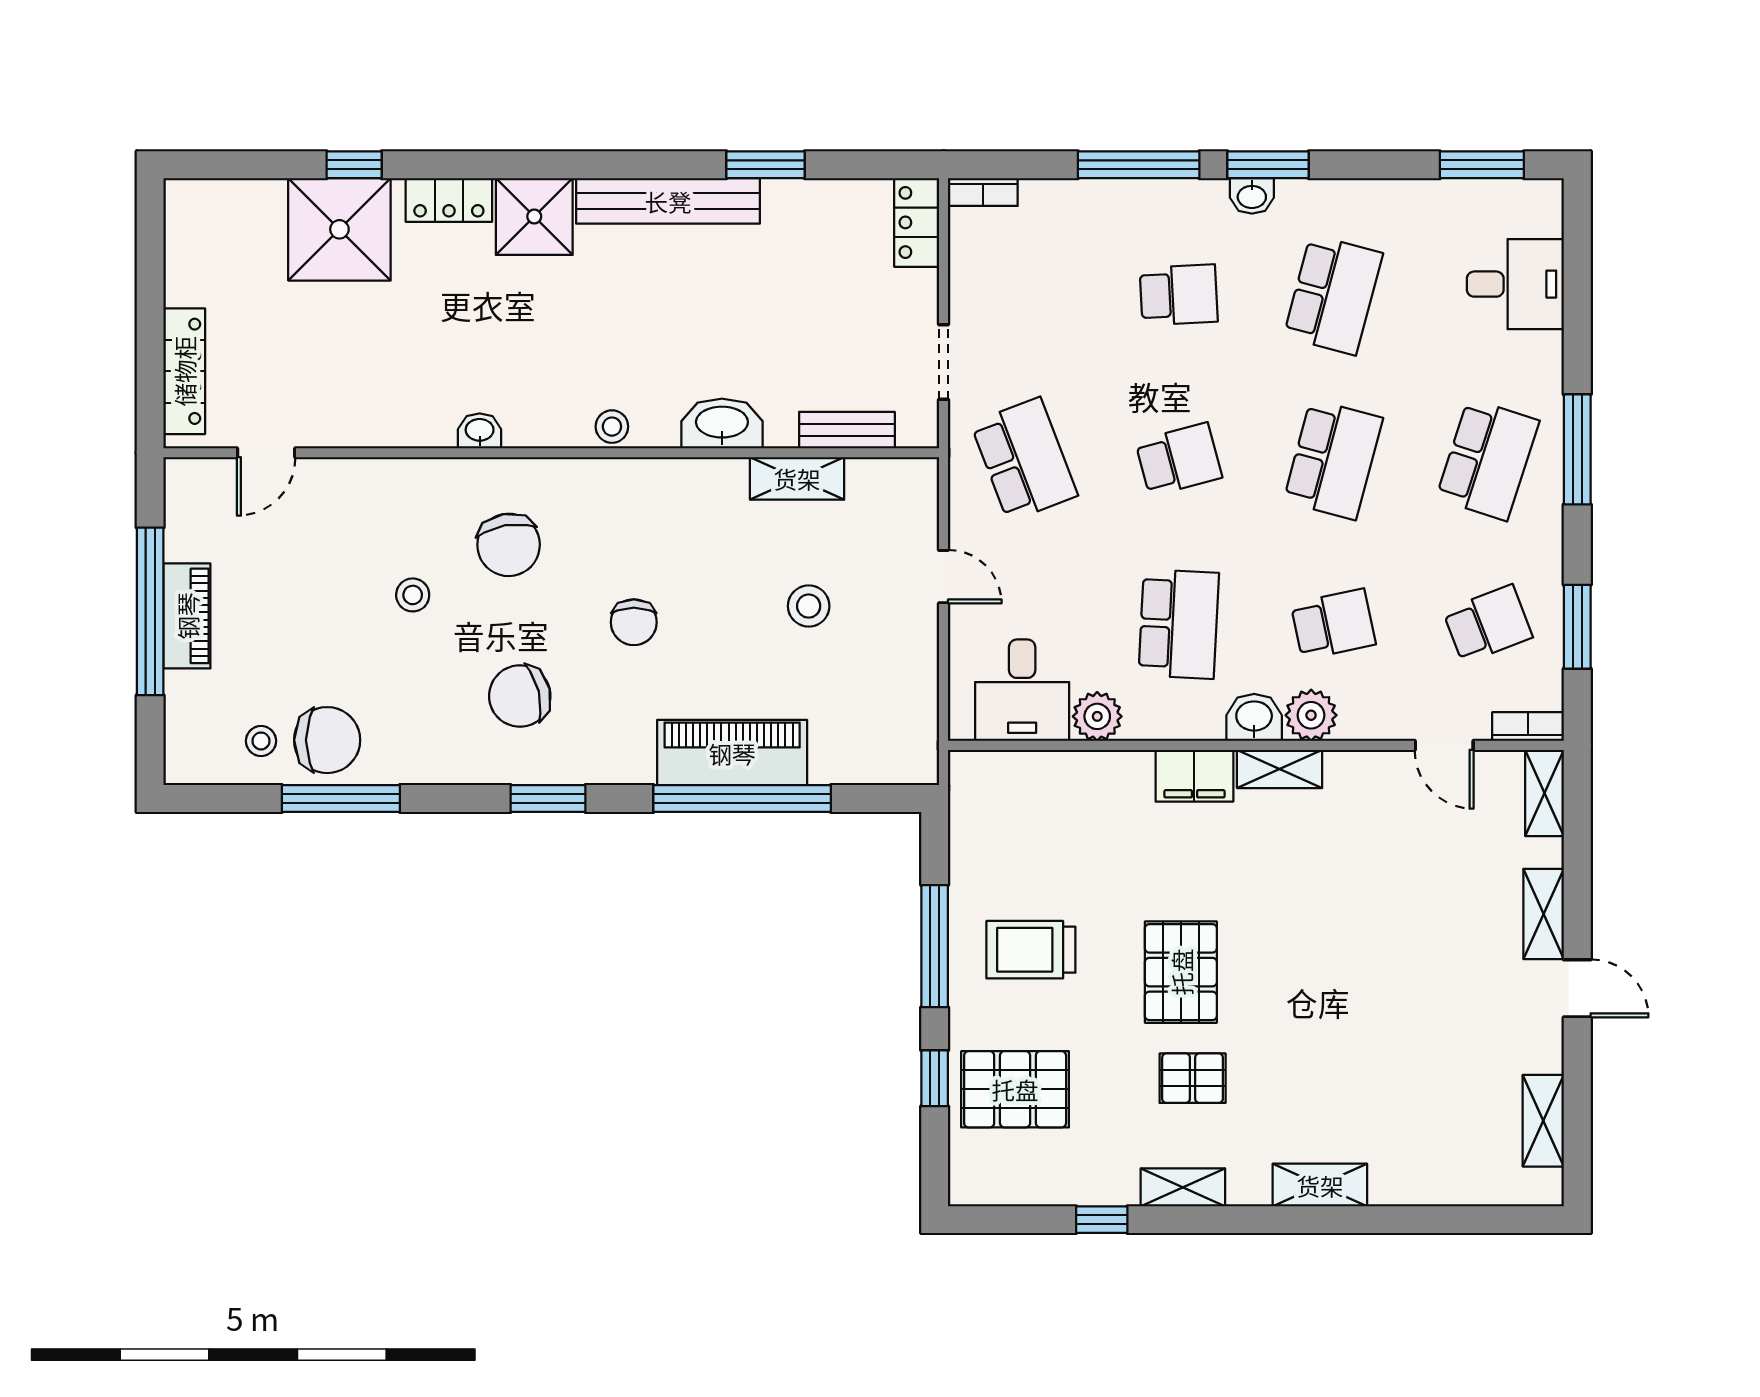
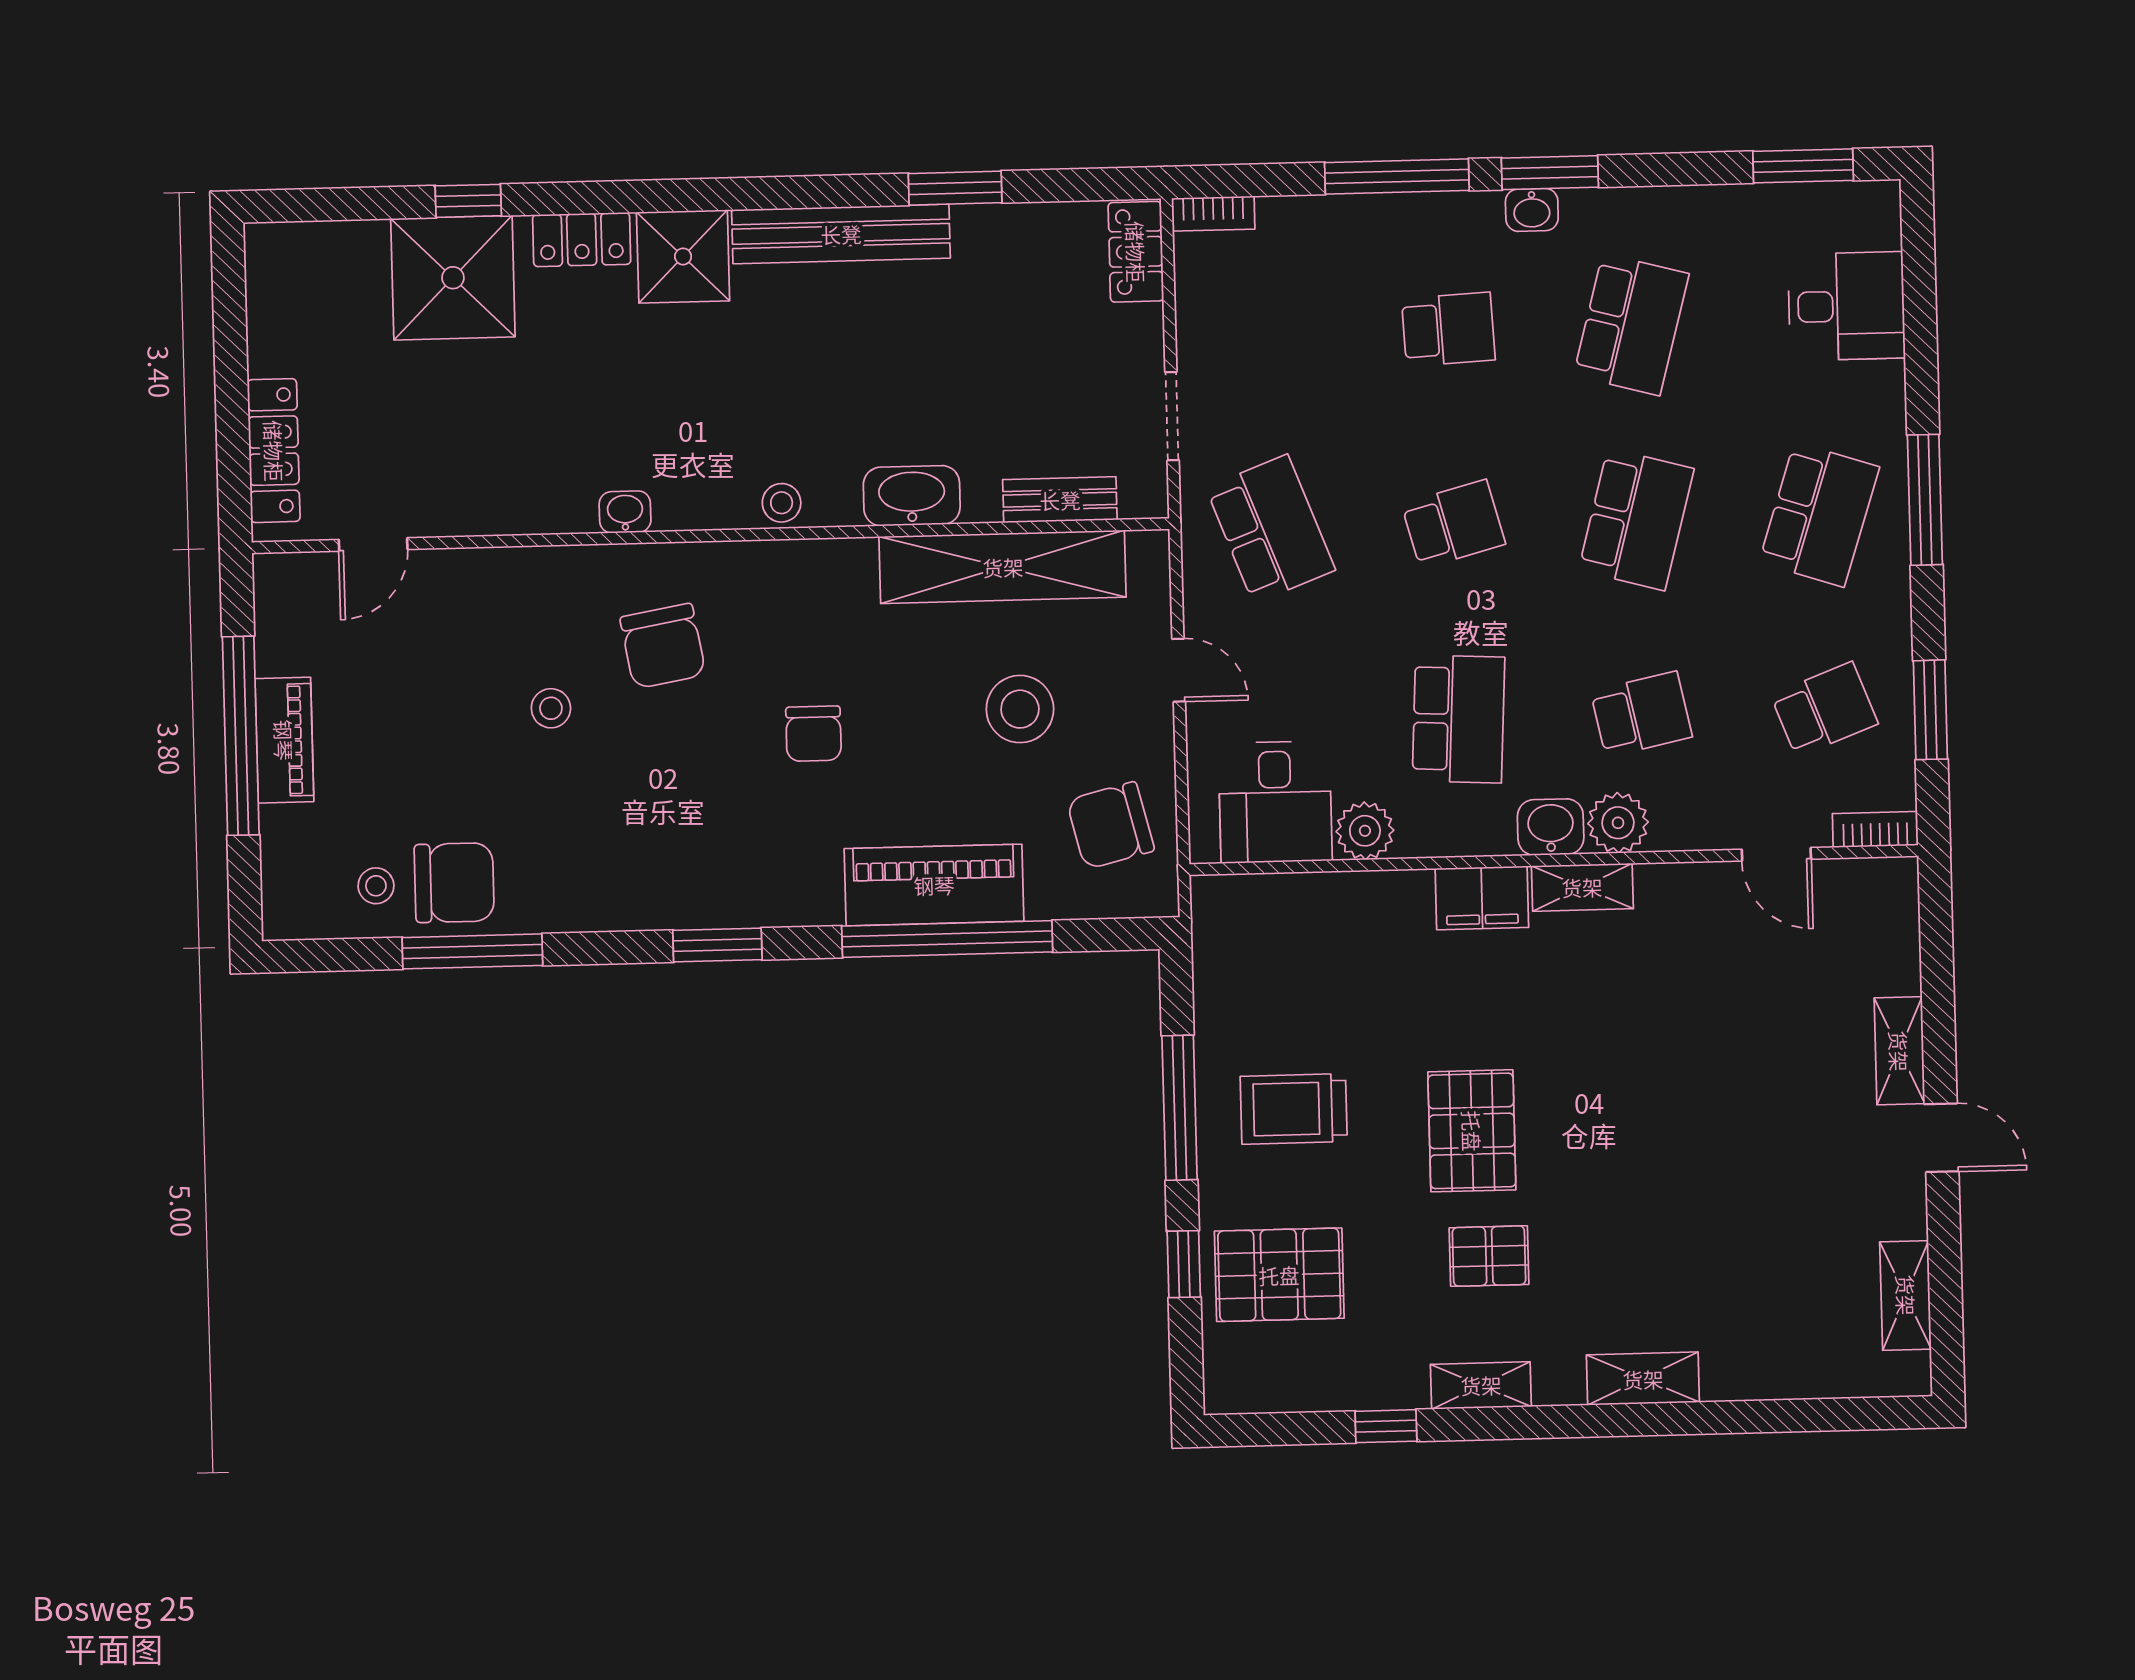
shelving: (797, 478) -> (1003, 567), width x2.20, depth x1.33
stool: (809, 606) -> (1020, 709), width x1.38, depth x1.38
chair: (520, 696) -> (1110, 825), moved
shelving: (1545, 793) -> (1897, 908), removed

